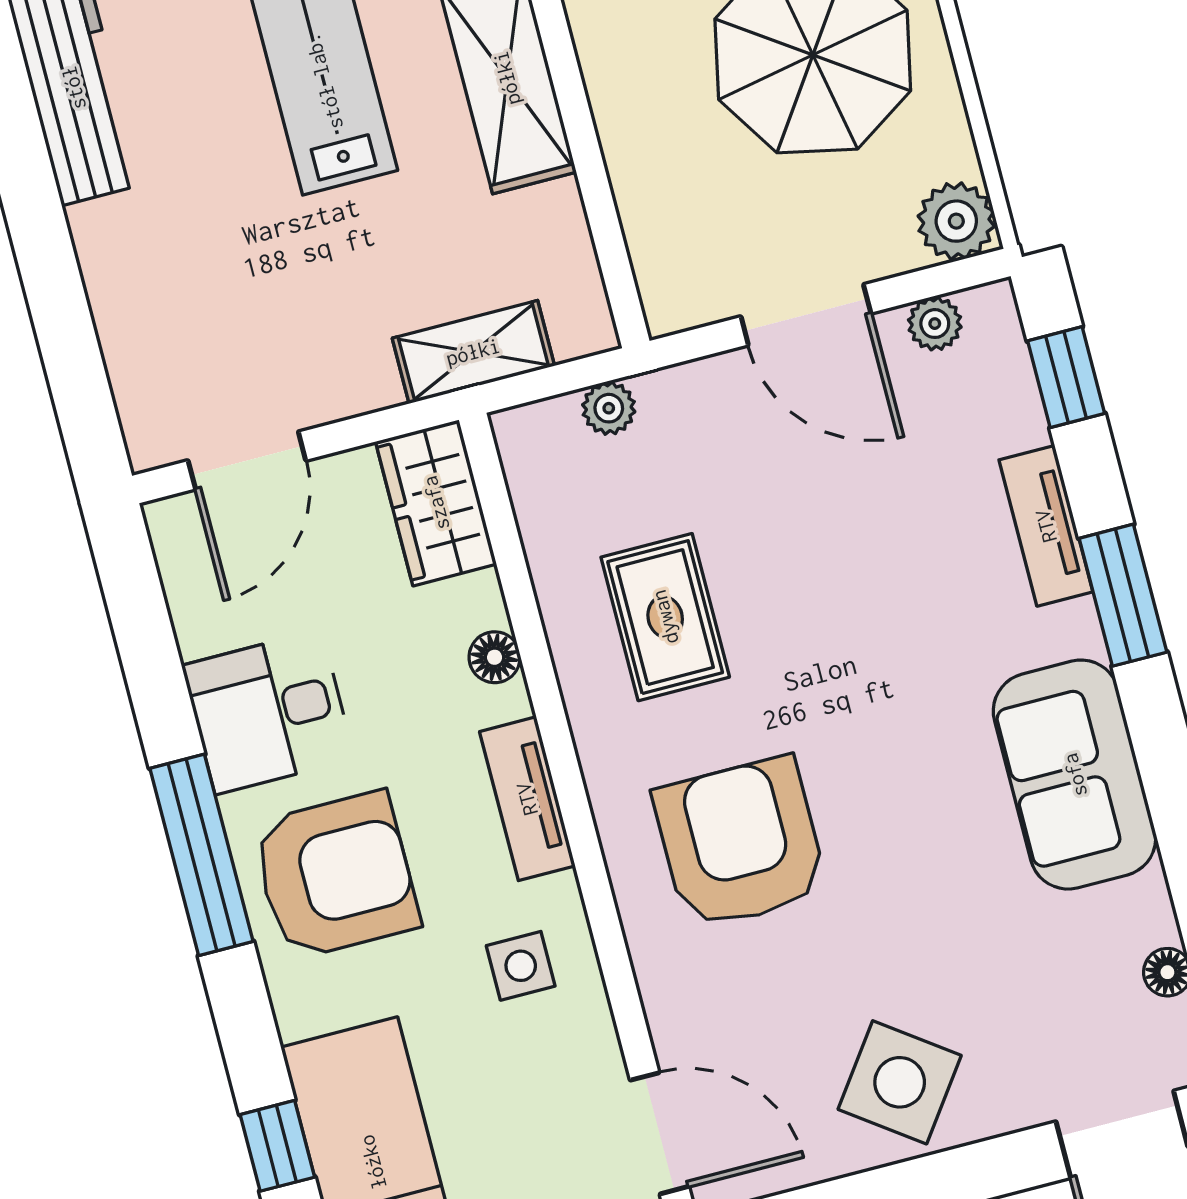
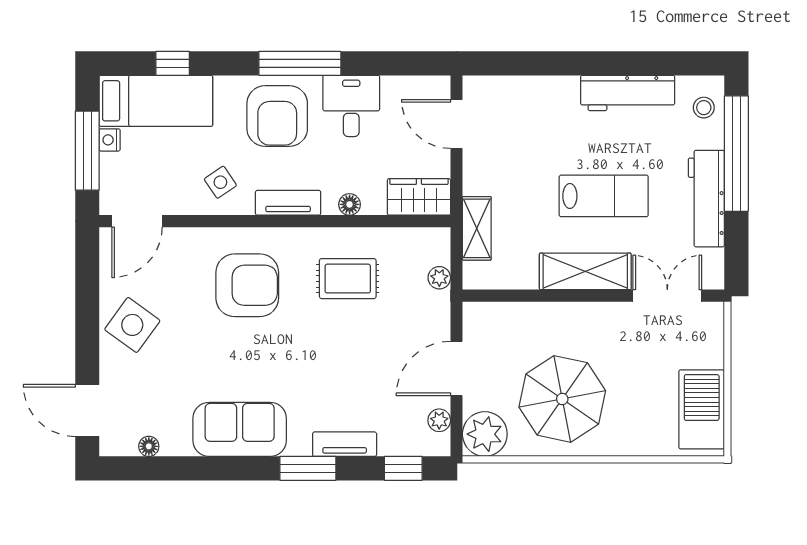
plant: (956, 221) -> (485, 434), width x1.36, depth x1.36
side table: (521, 966) -> (220, 182), turned -34

